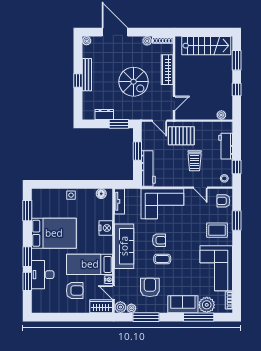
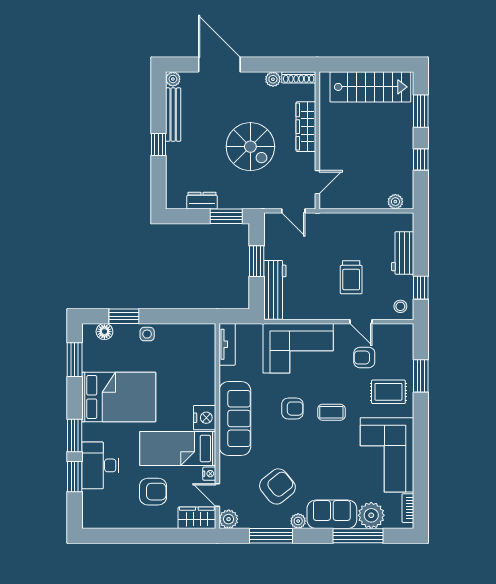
bench: (87, 75) -> (173, 115), moved
pallet: (181, 136) -> (329, 236), removed
window: (57, 184) -> (124, 316), added
floor lamp: (101, 194) -> (104, 332), moved
armchair: (223, 201) -> (364, 357), moved
nightstand: (106, 228) -> (205, 418), moved
coffee table: (162, 259) -> (331, 412), moved
armchair: (150, 287) -> (277, 486), turned 51
plant: (131, 308) -> (298, 521), moved

